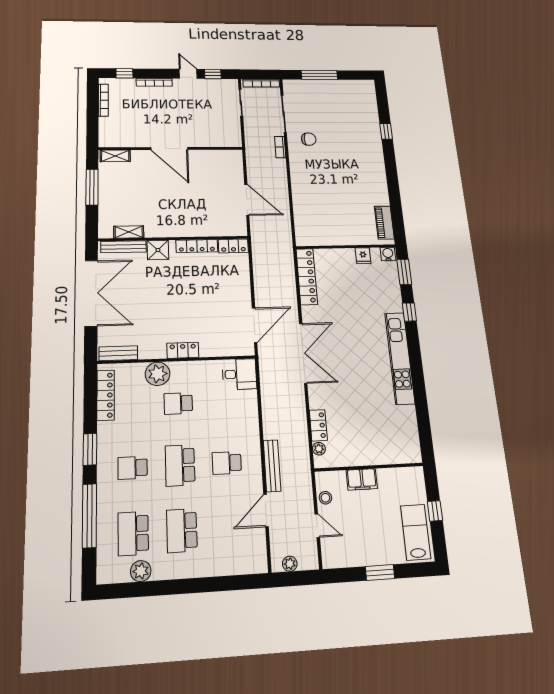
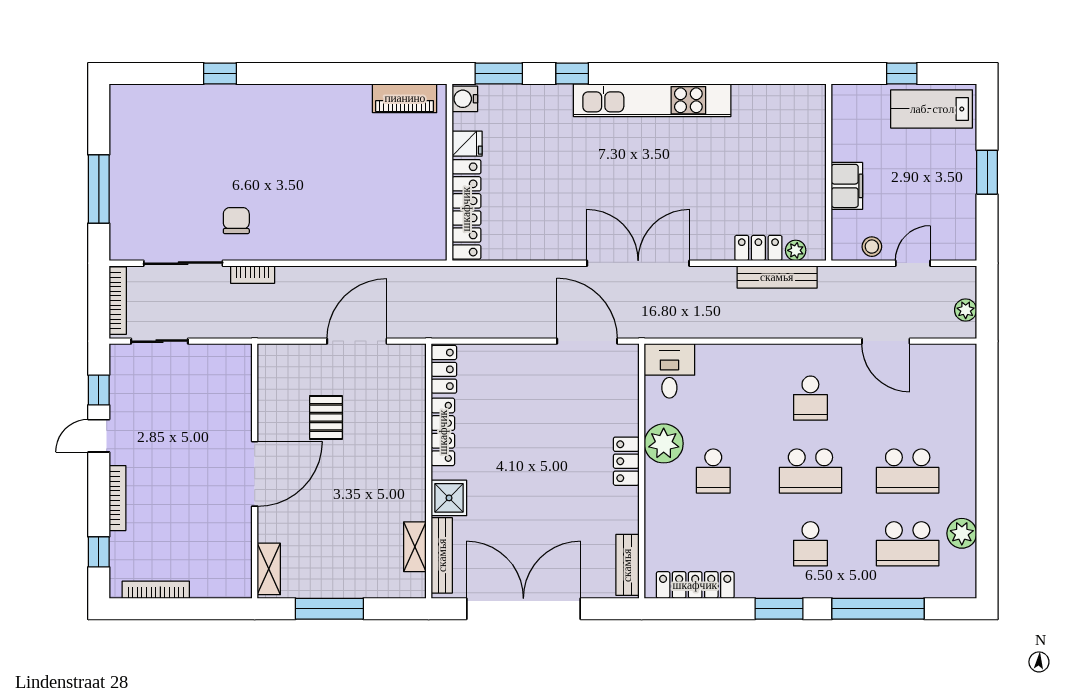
pallet: (203, 184) -> (326, 418), added
locker: (307, 277) -> (466, 209), moved, turned 90
plant: (158, 374) -> (664, 443), moved
bench: (272, 466) -> (777, 277), moved

